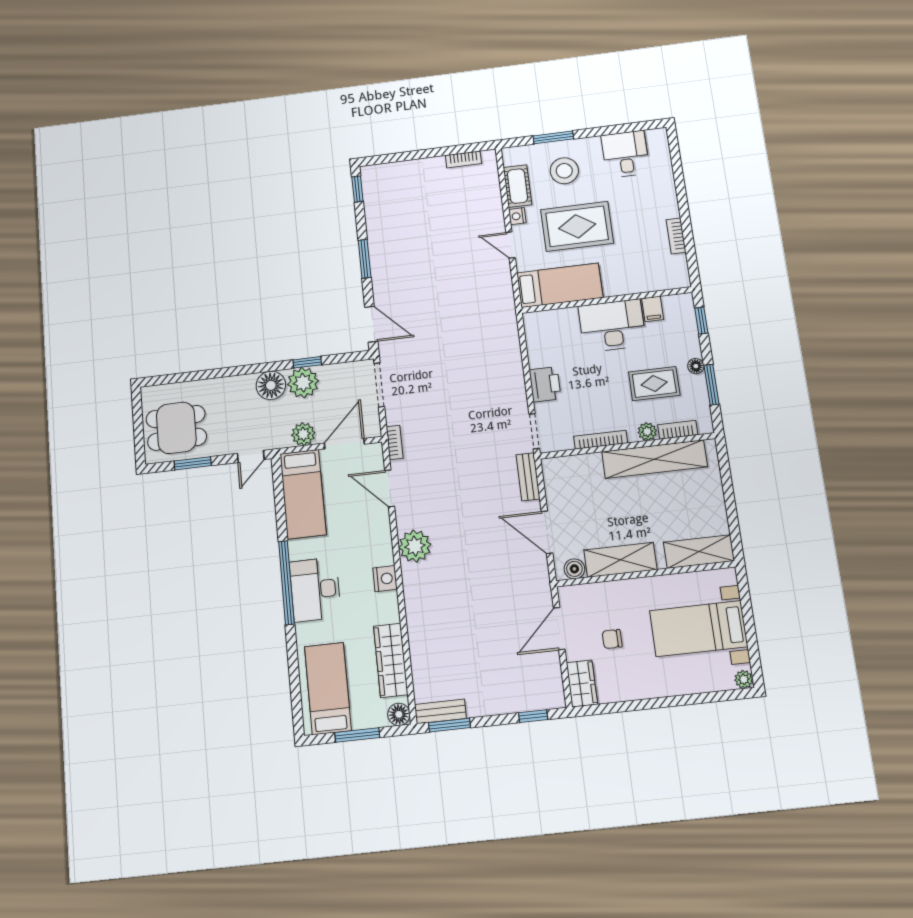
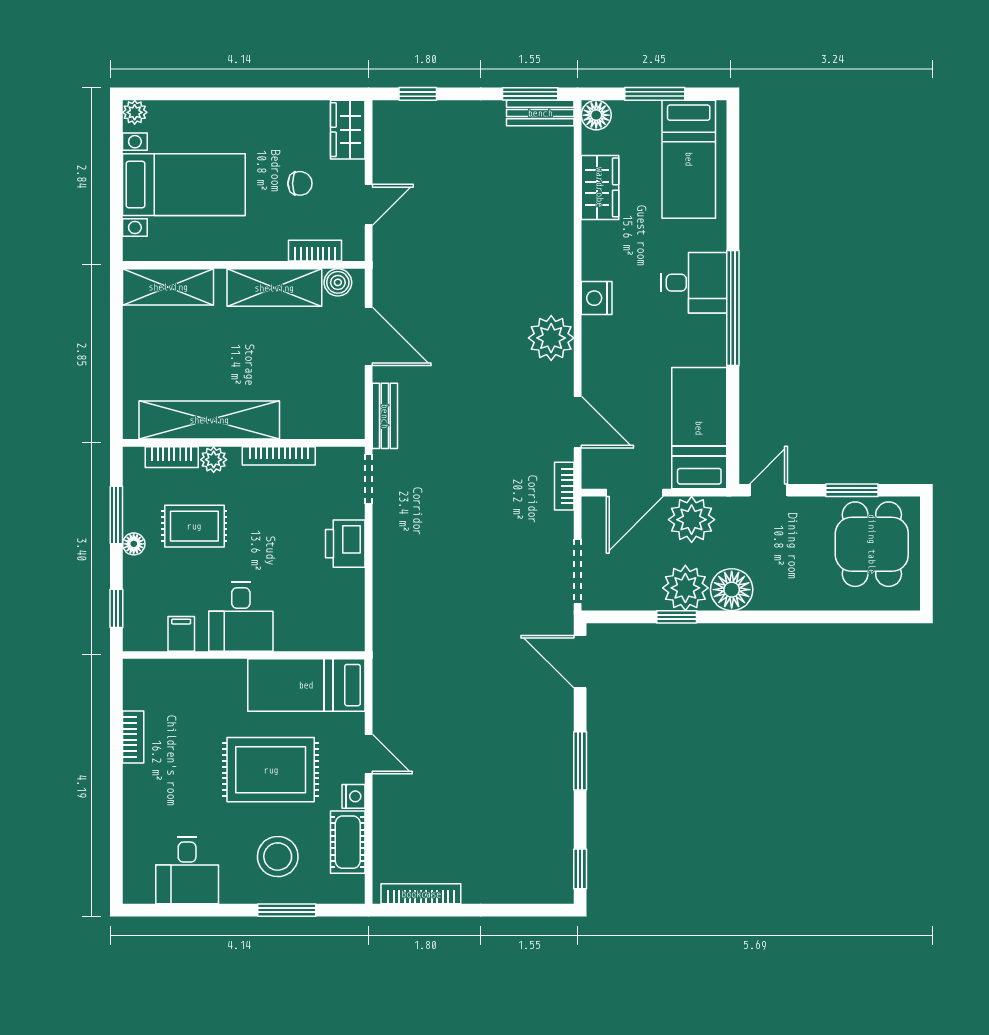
bookcase: (463, 159) -> (421, 894), width x1.56
desk: (612, 326) -> (241, 617), width x0.73
dining table: (176, 428) -> (872, 544), turned 90
plant: (303, 434) -> (692, 520), width x1.36, depth x1.36
desk: (315, 590) -> (694, 283), width x0.73
bookcase: (594, 590) -> (315, 251), added
door: (559, 629) -> (369, 205), width x0.73
wardrobe: (391, 660) -> (600, 187), width x0.67

